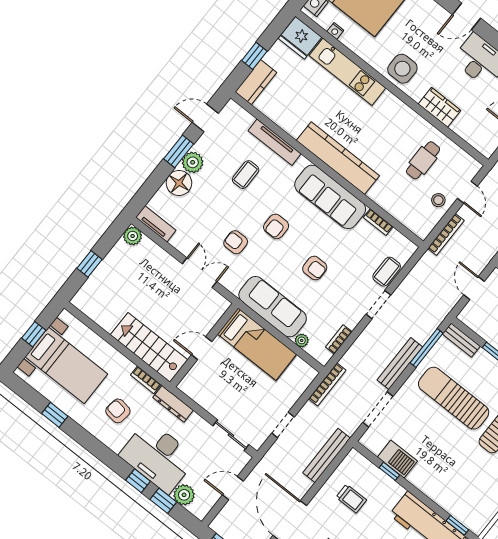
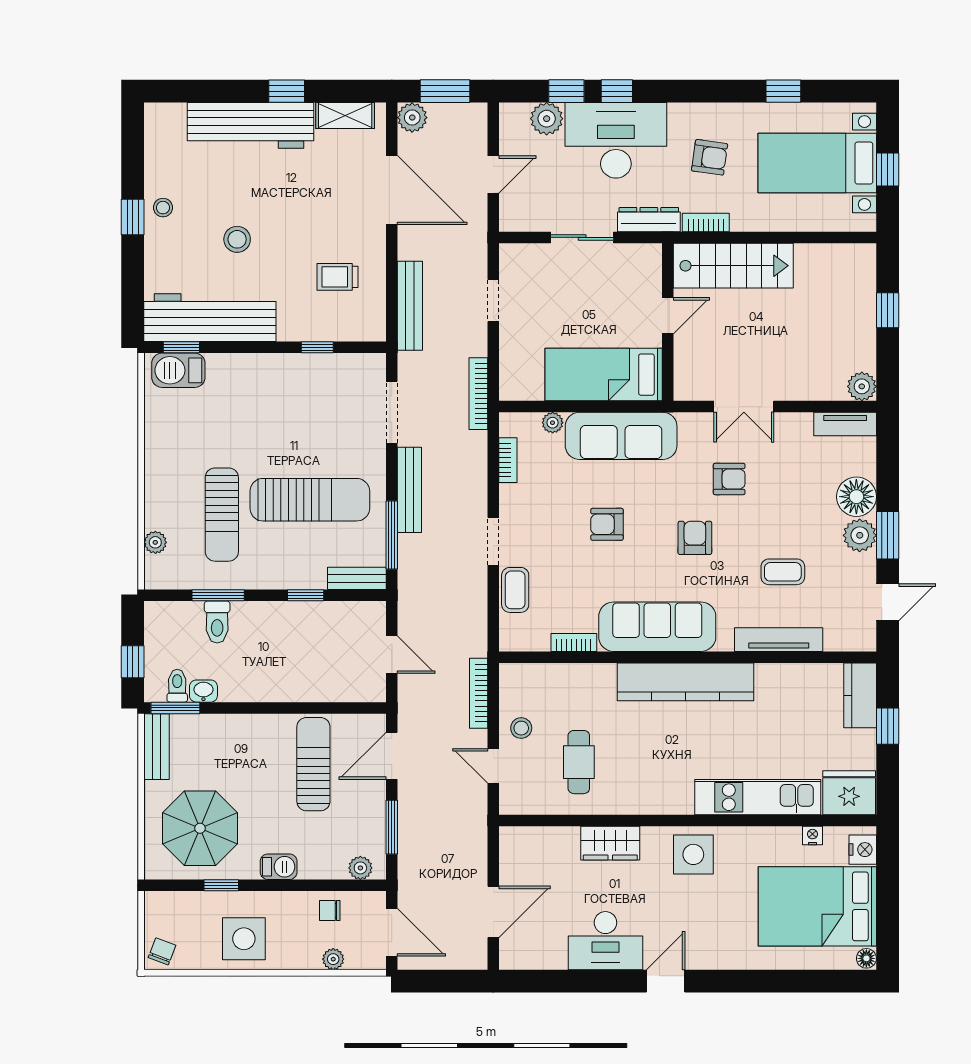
coffee table: (246, 175) -> (783, 572), turned 90
sliding door: (231, 435) -> (582, 237), moved
barbecue: (397, 459) -> (178, 370), moved

